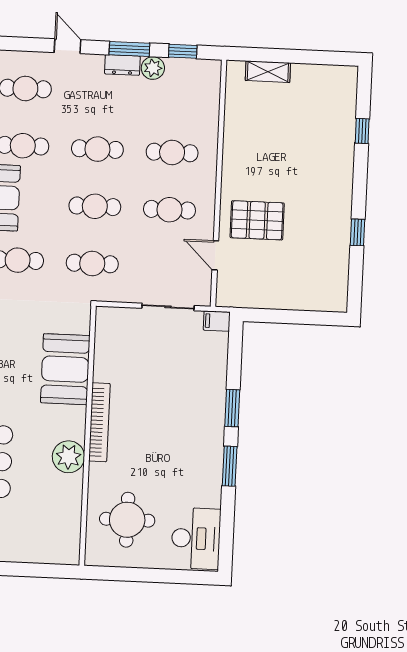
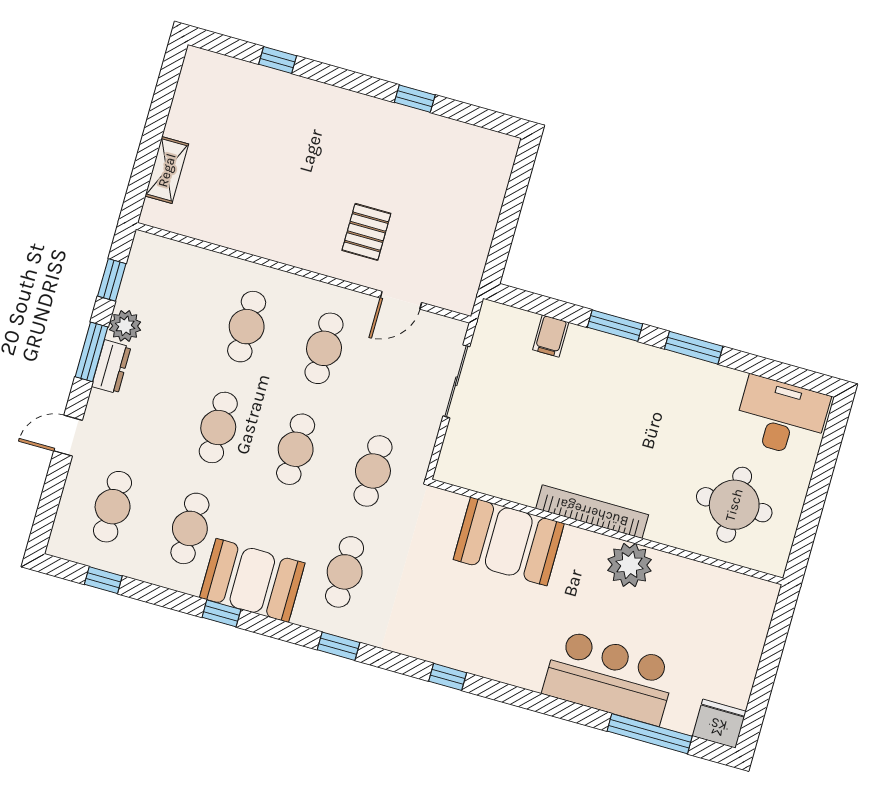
pallet: (257, 220) -> (366, 232), width x0.67, depth x0.71
filing cabinet: (217, 321) -> (551, 336), moved

